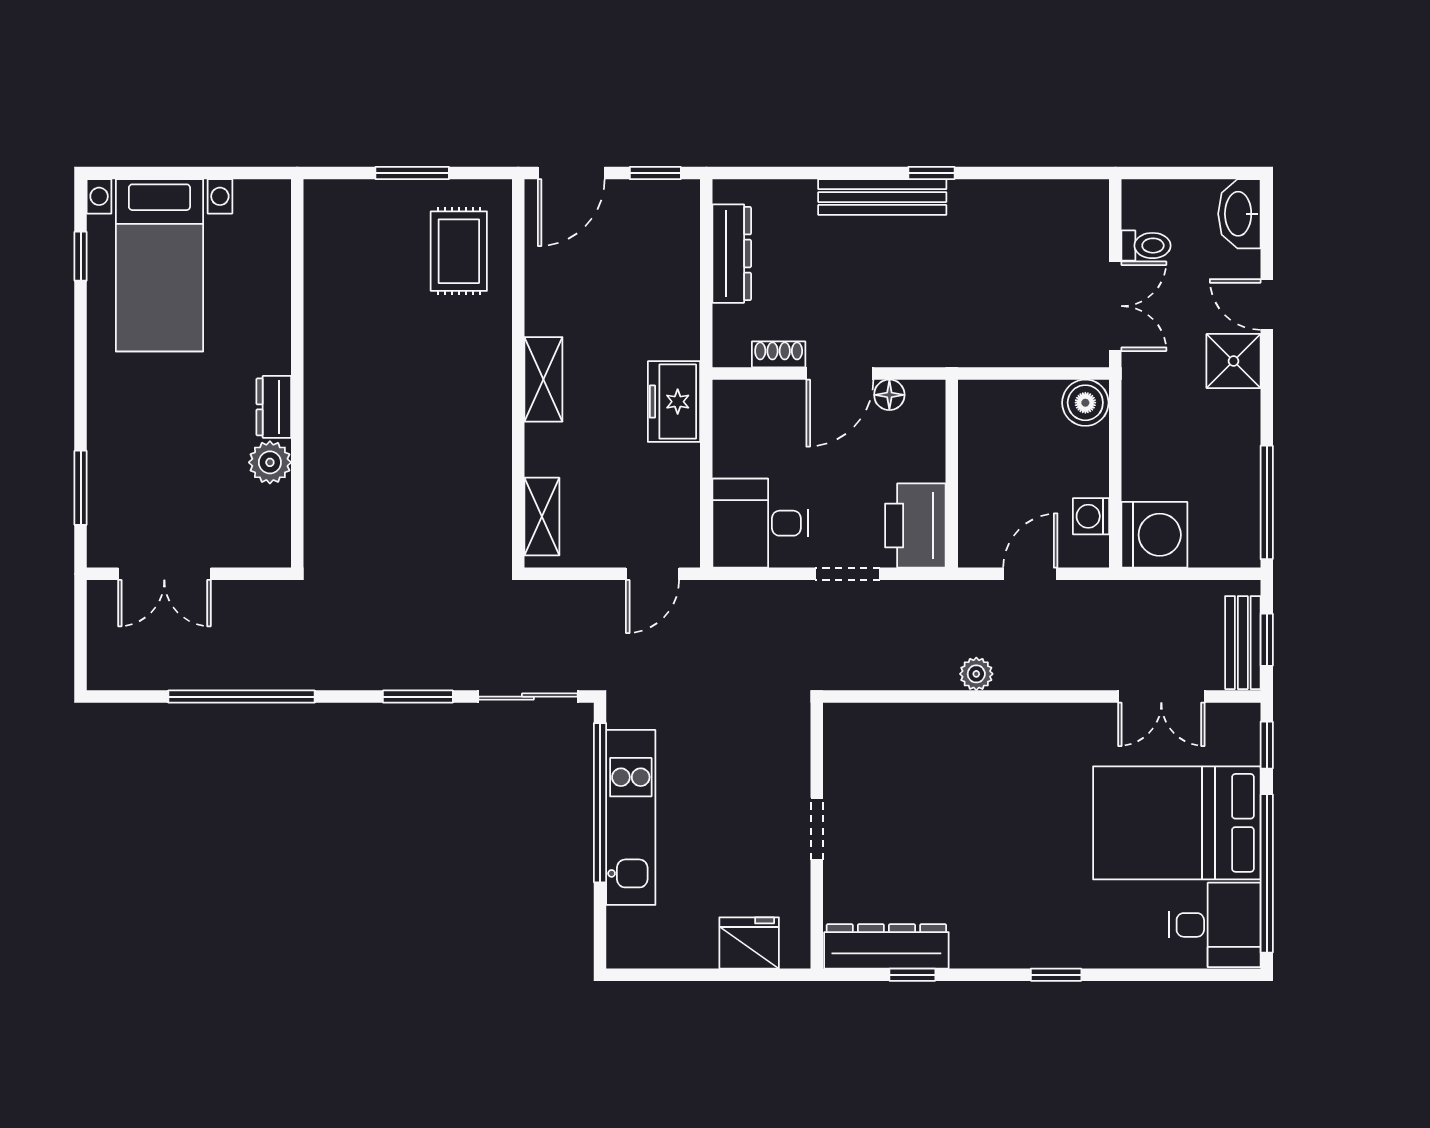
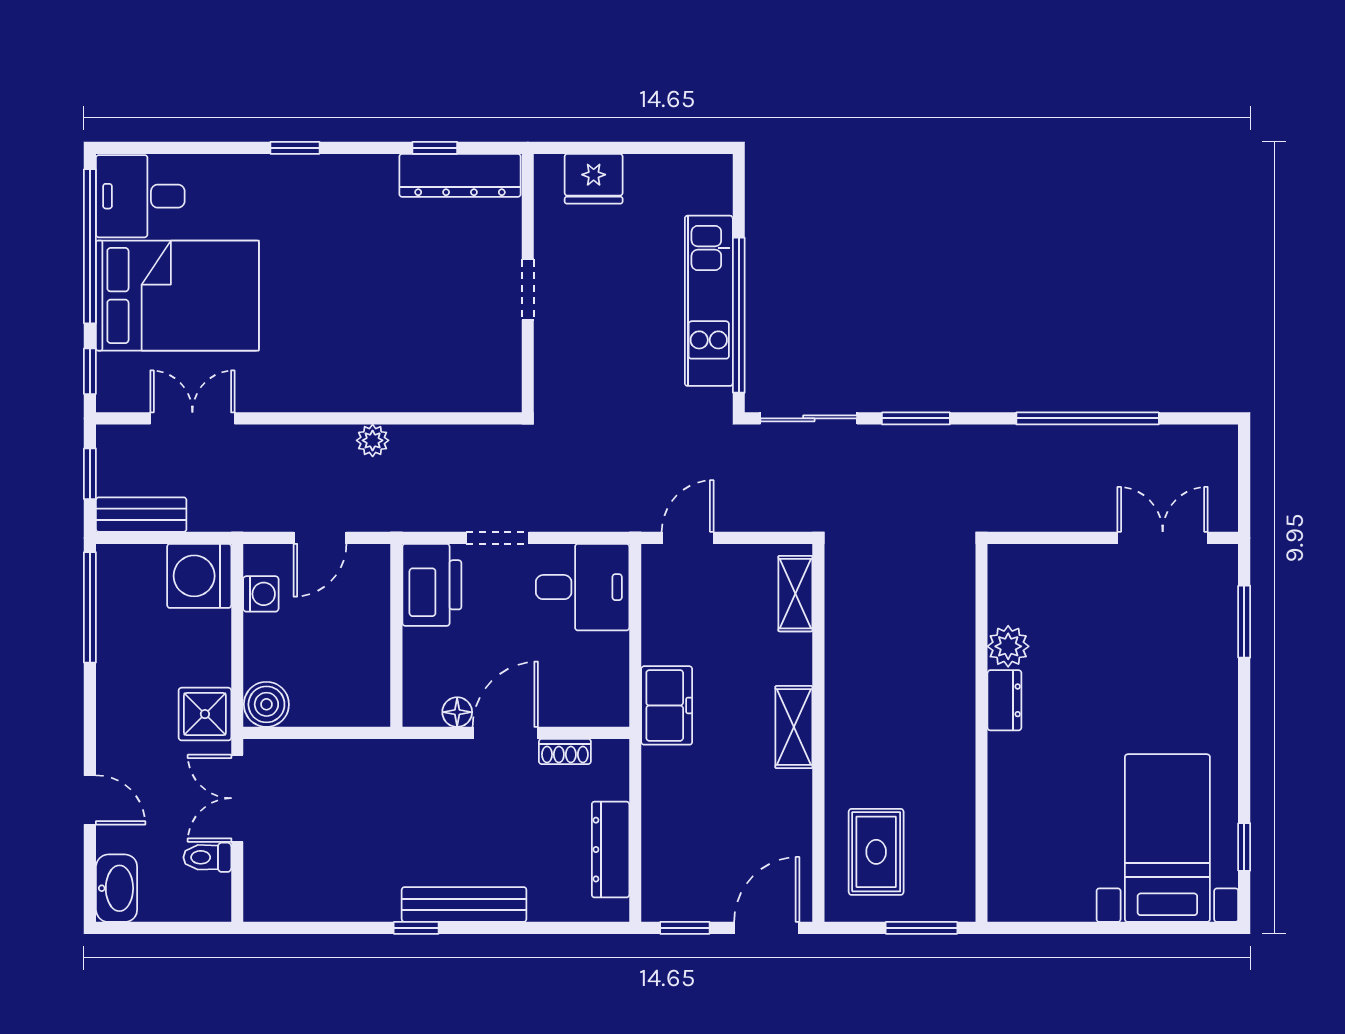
shower: (1234, 361) -> (205, 714), moved
wall: (297, 373) -> (982, 733), moved
dresser: (274, 407) -> (1004, 700), moved
plant: (270, 462) -> (1008, 646), moved
bench: (1243, 643) -> (141, 515), moved, turned 90

